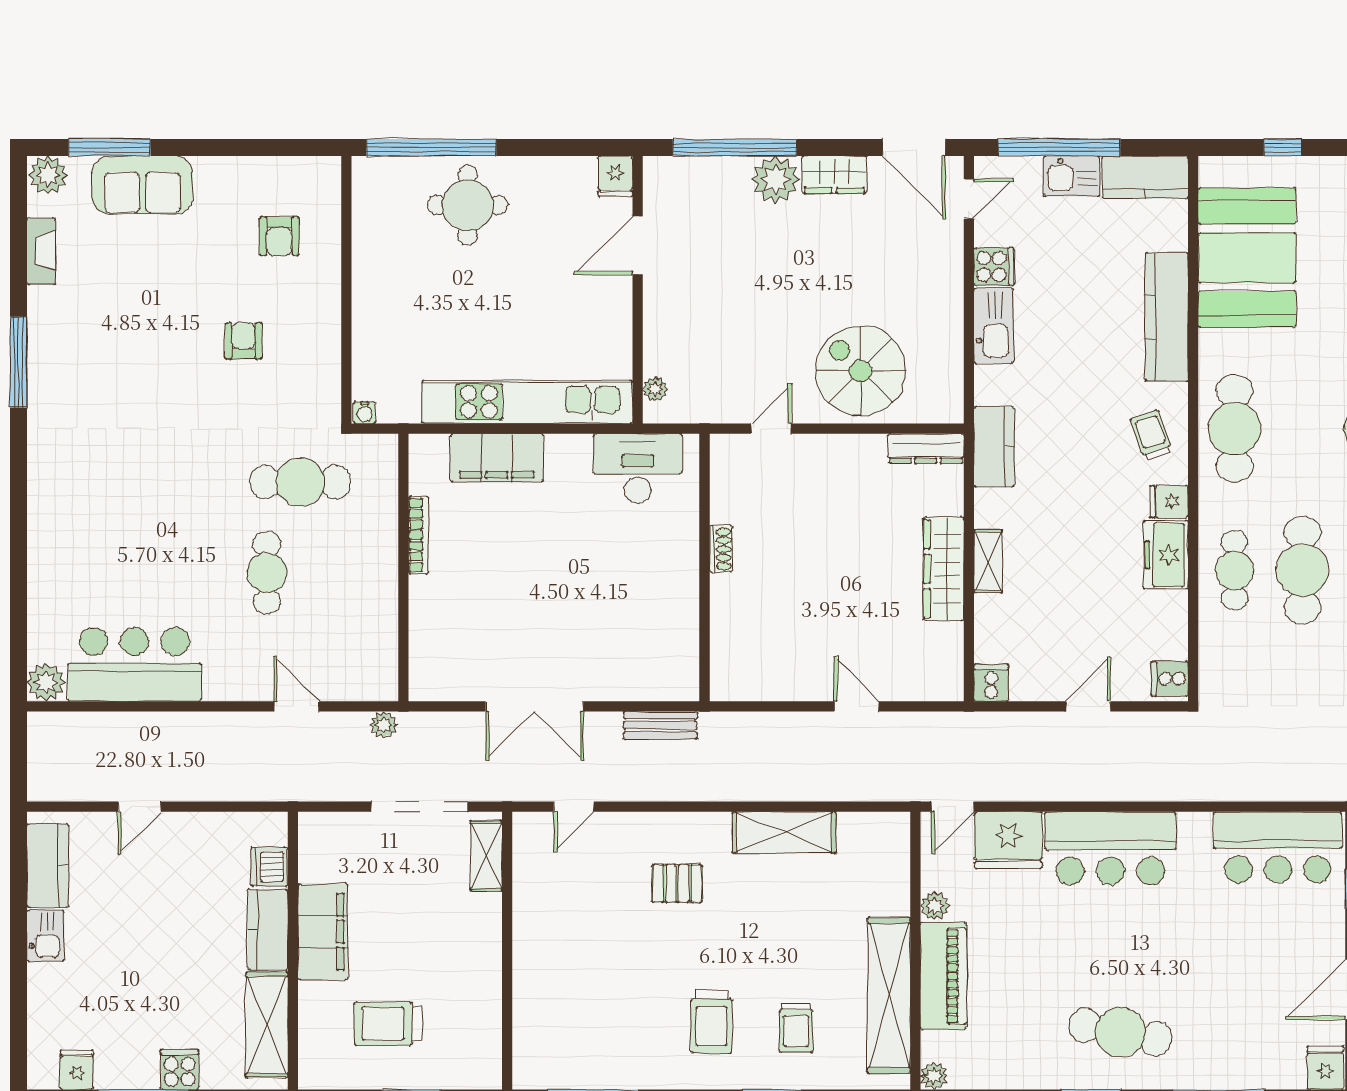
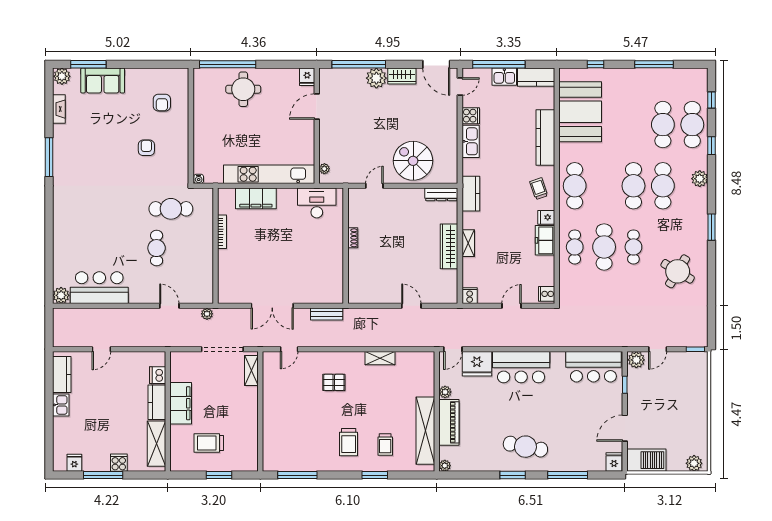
shelving: (784, 832) -> (380, 358), width x0.67, depth x0.75

